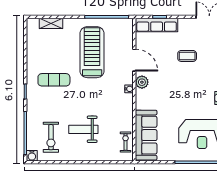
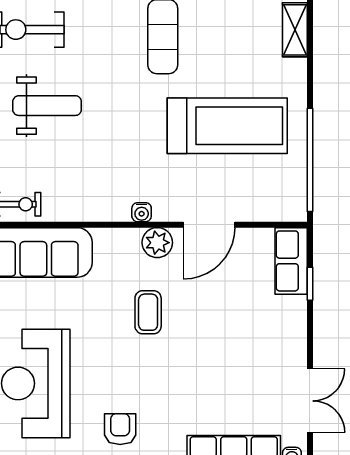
row of seats: (157, 25) -> (291, 261), width x0.68
coffee table: (187, 56) -> (148, 312), moved
weight bench: (83, 129) -> (47, 106), turned 90

